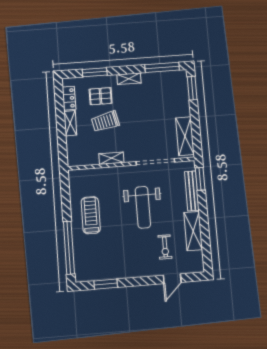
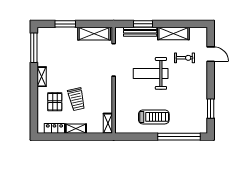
window: (95, 72) -> (34, 105), removed
window: (192, 88) -> (65, 24), moved
shelving: (111, 158) -> (108, 123), moved
window: (200, 179) -> (143, 24), moved
weight bench: (143, 207) -> (151, 73), turned 180
treadmill: (91, 215) -> (154, 117), turned 180

